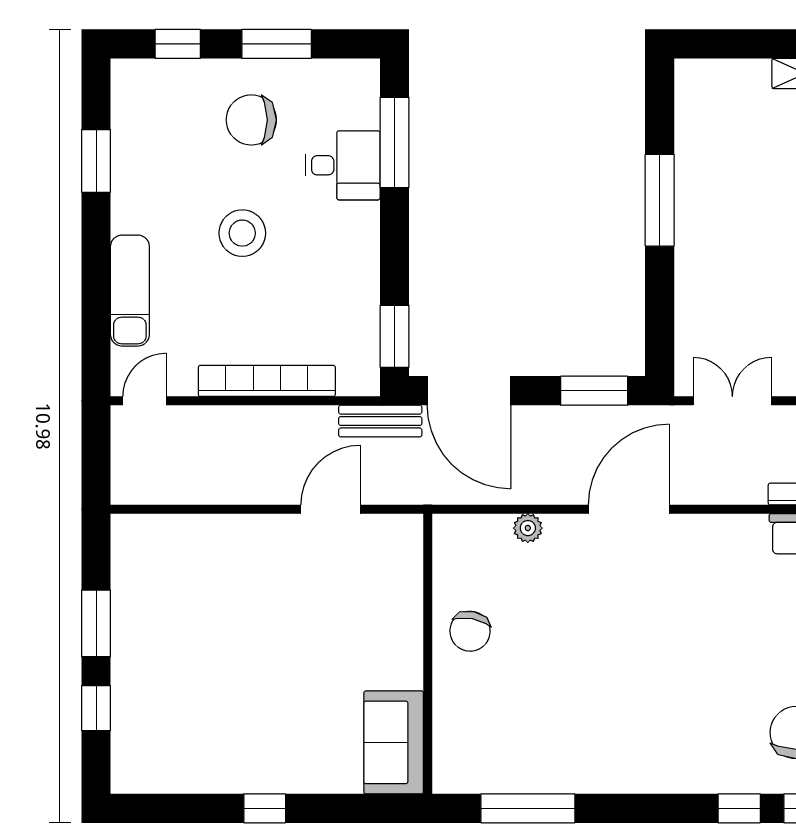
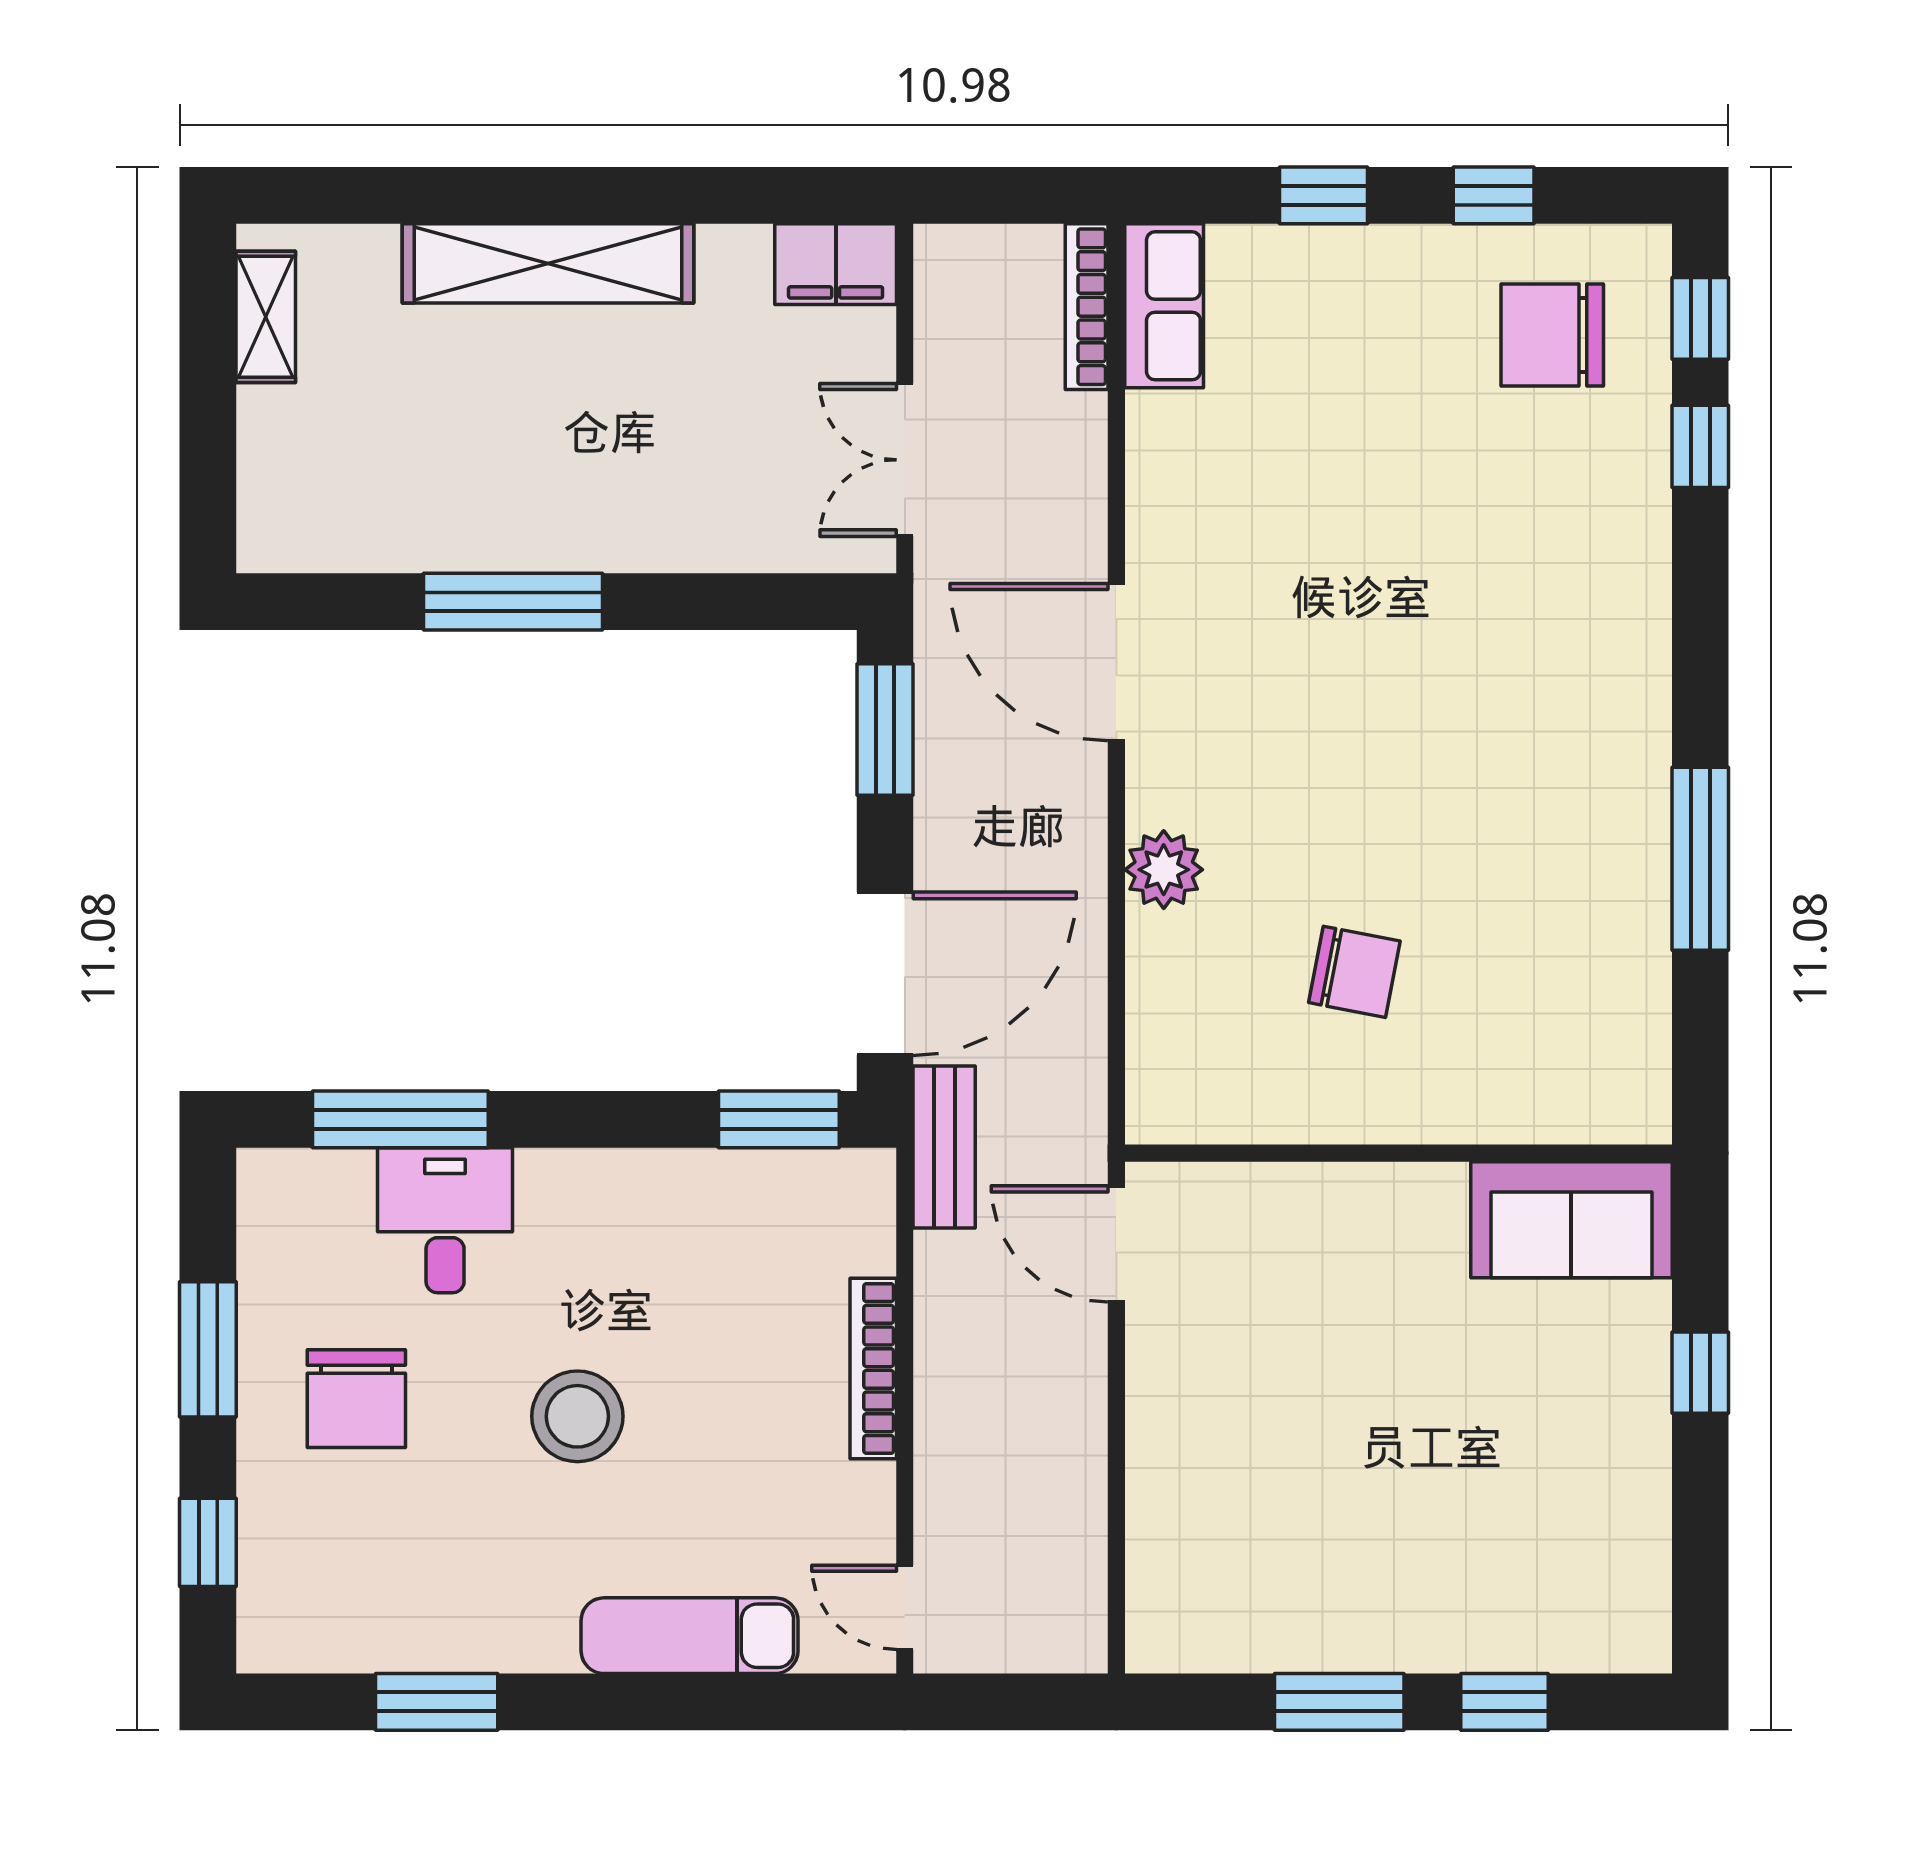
bookcase: (267, 381) -> (873, 1369), width x0.68, depth x0.76
plant: (528, 528) -> (1164, 870), width x1.38, depth x1.38
wall: (428, 654) -> (1398, 1153), moved
sofa: (394, 742) -> (1571, 1220), moved

